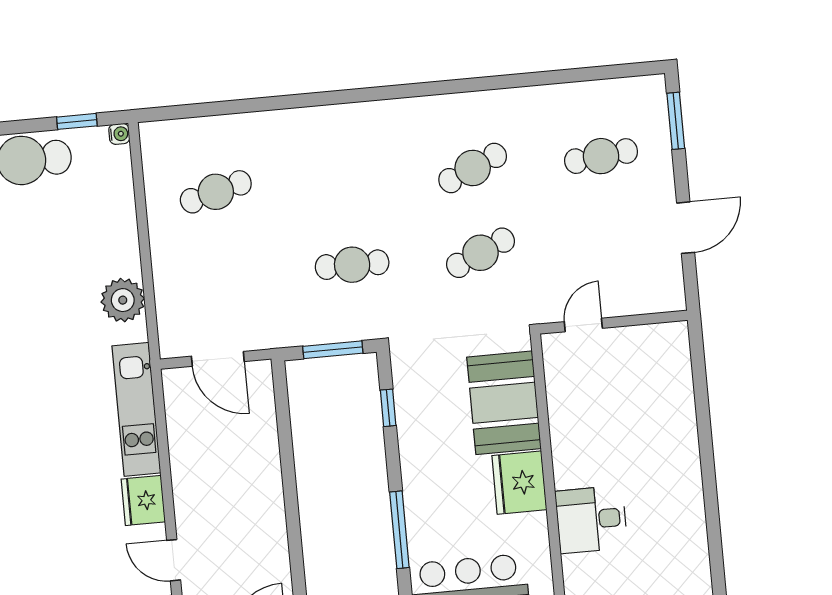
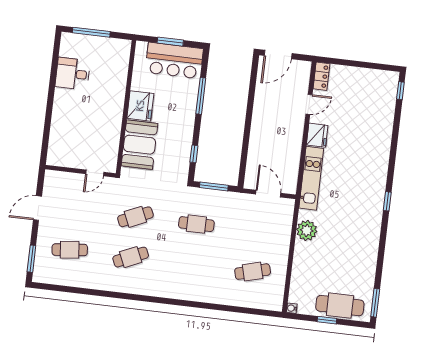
window: (77, 121) -> (327, 320), moved
desk: (591, 519) -> (73, 74), moved, turned 180
door: (174, 560) -> (309, 104), hinge flipped

